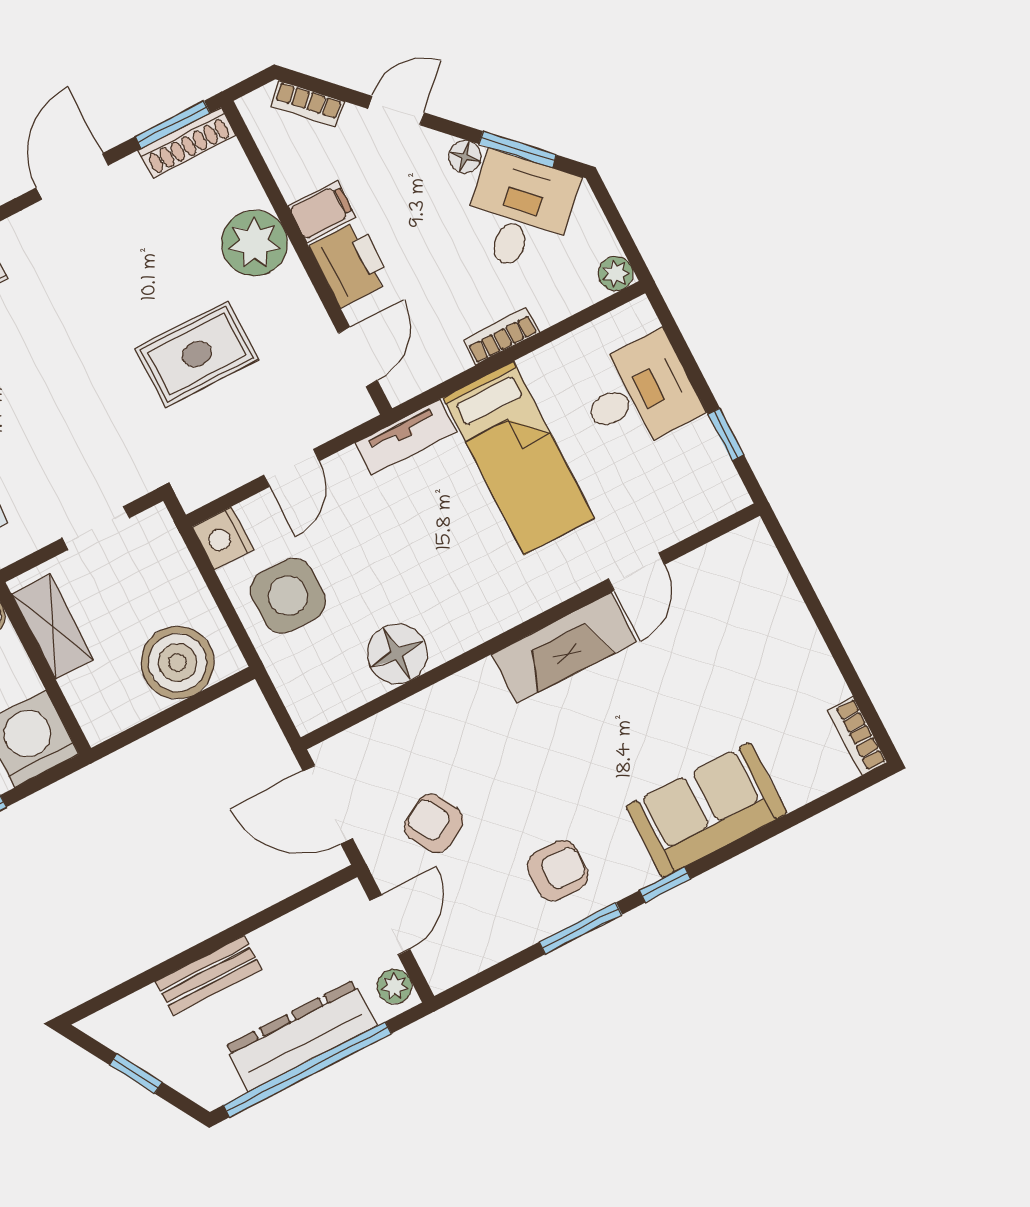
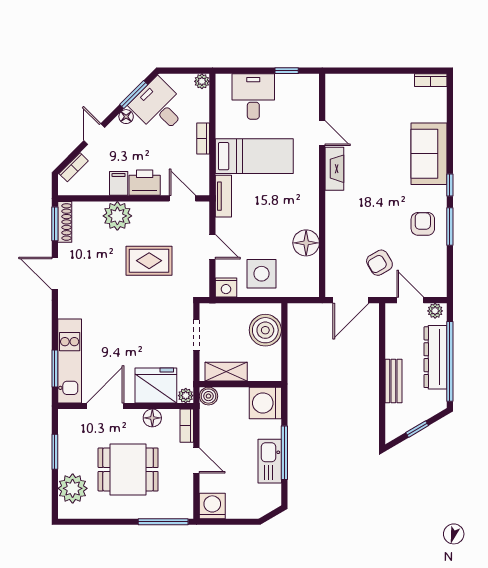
rug: (197, 354) -> (149, 261), turned 90
fireplace: (564, 648) -> (334, 169), width x0.73, depth x0.76

